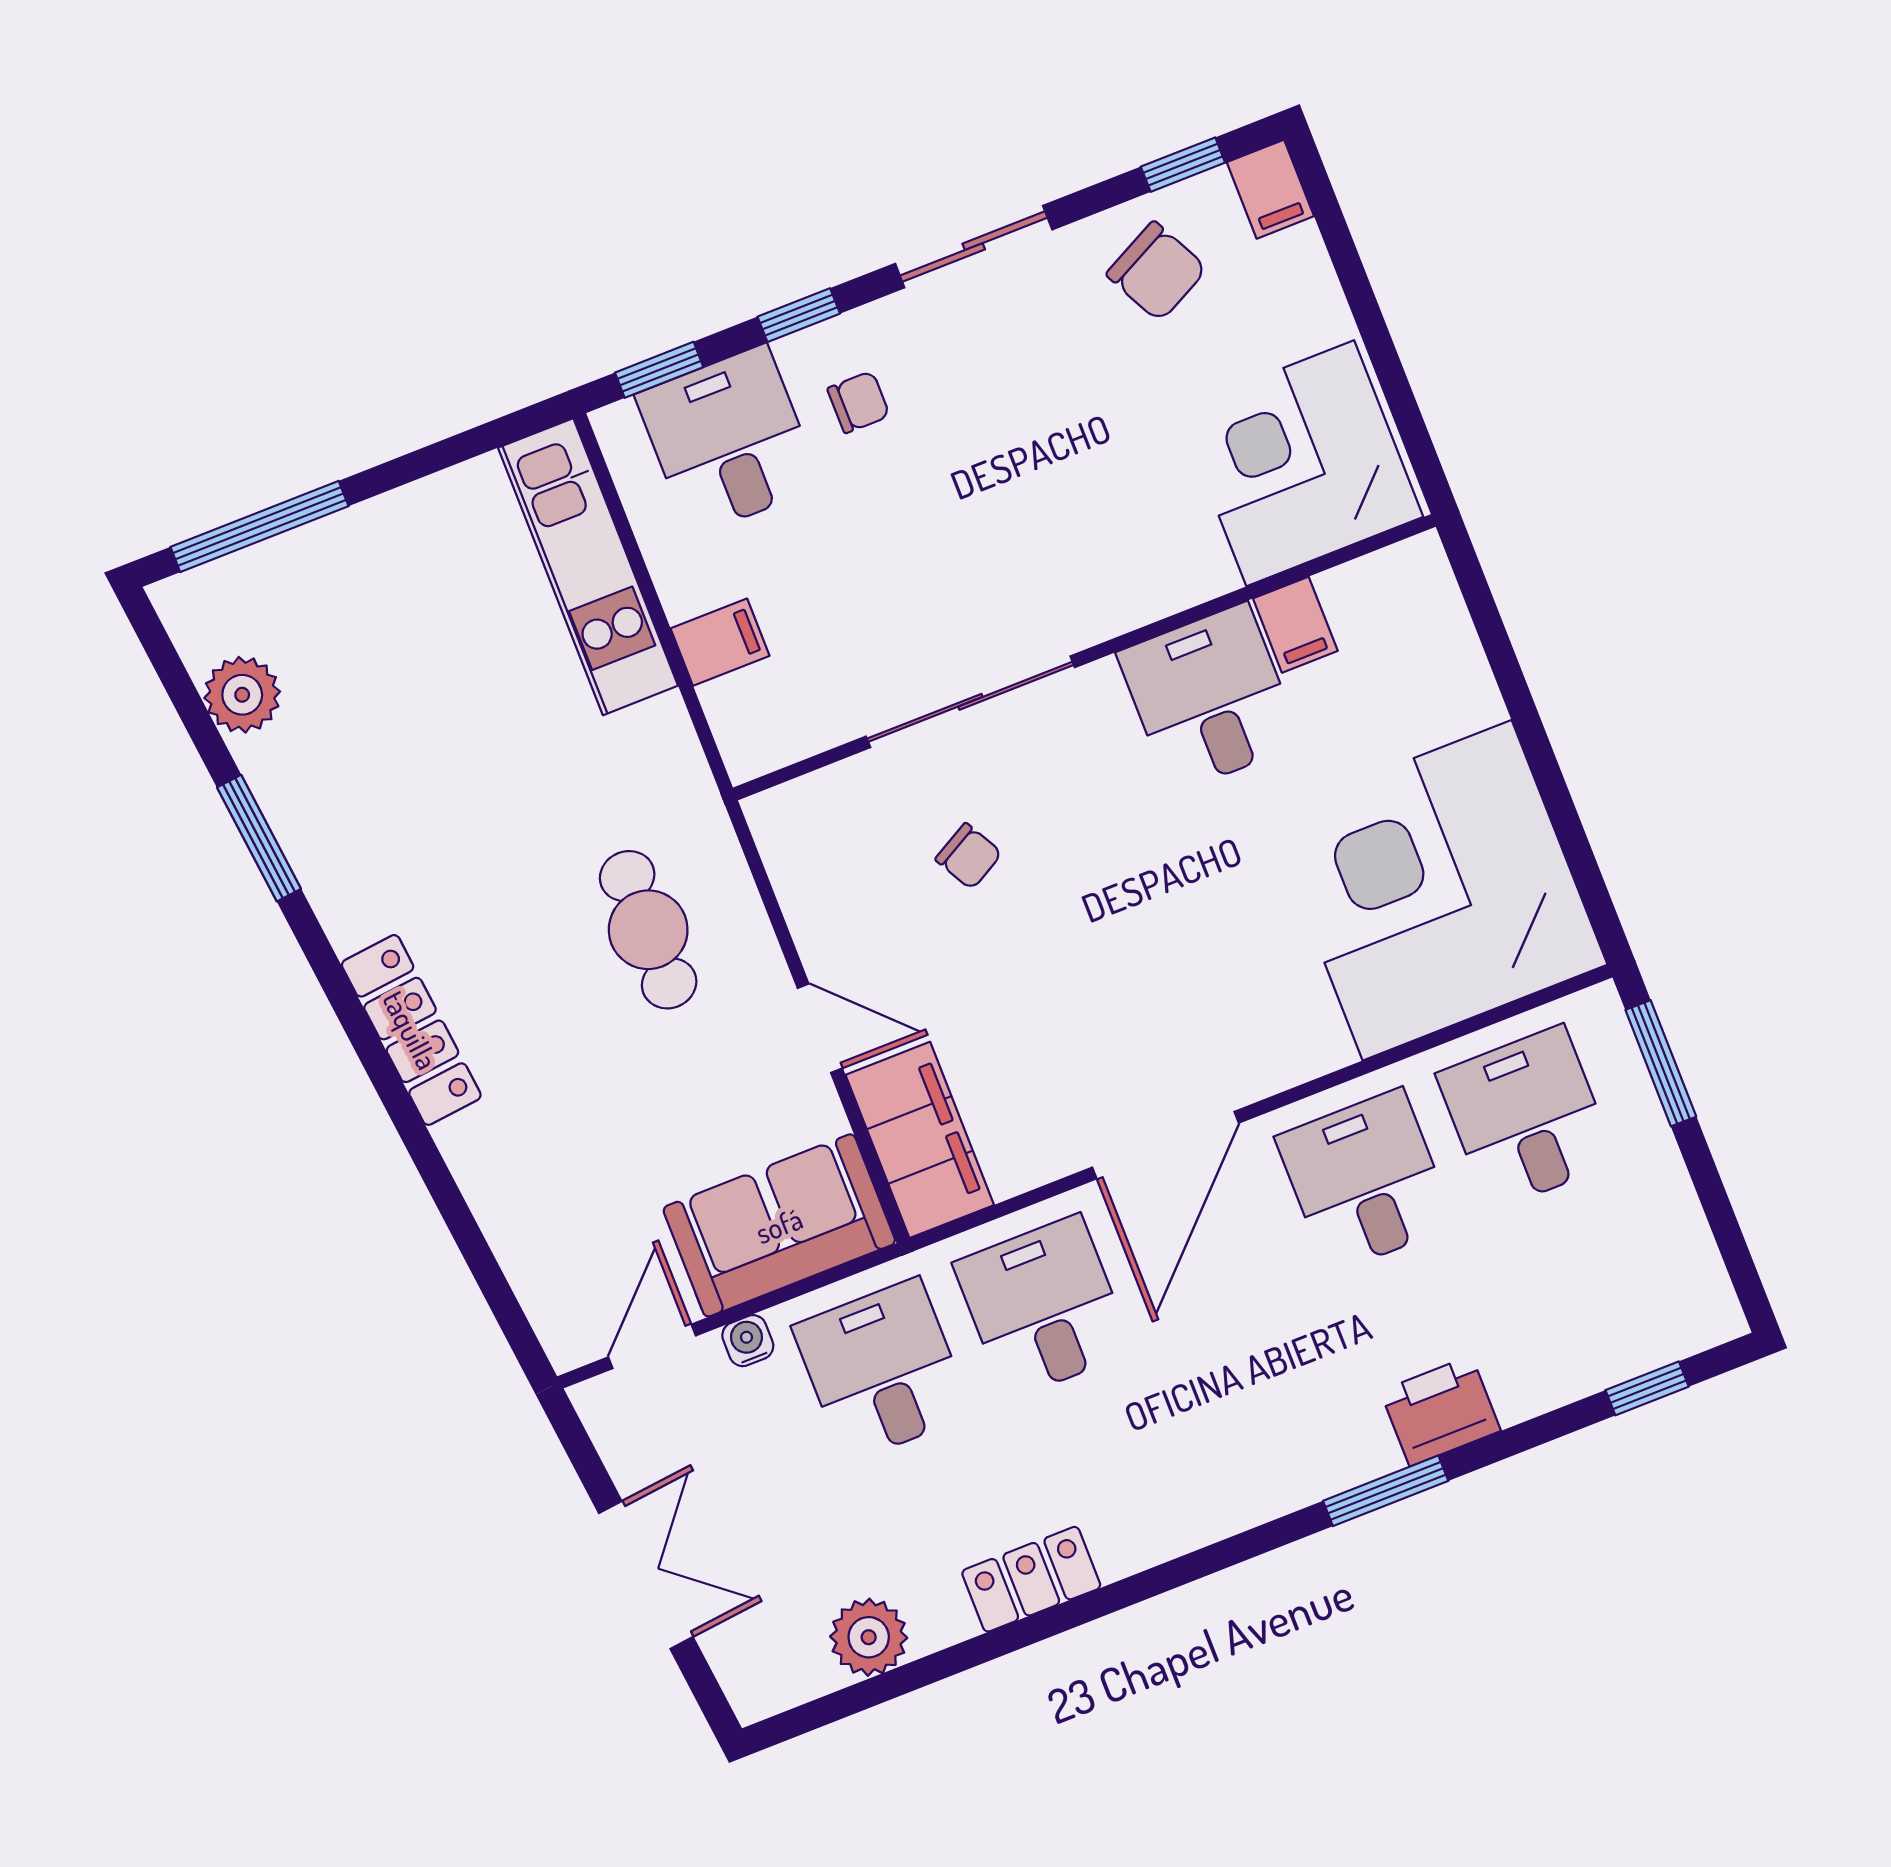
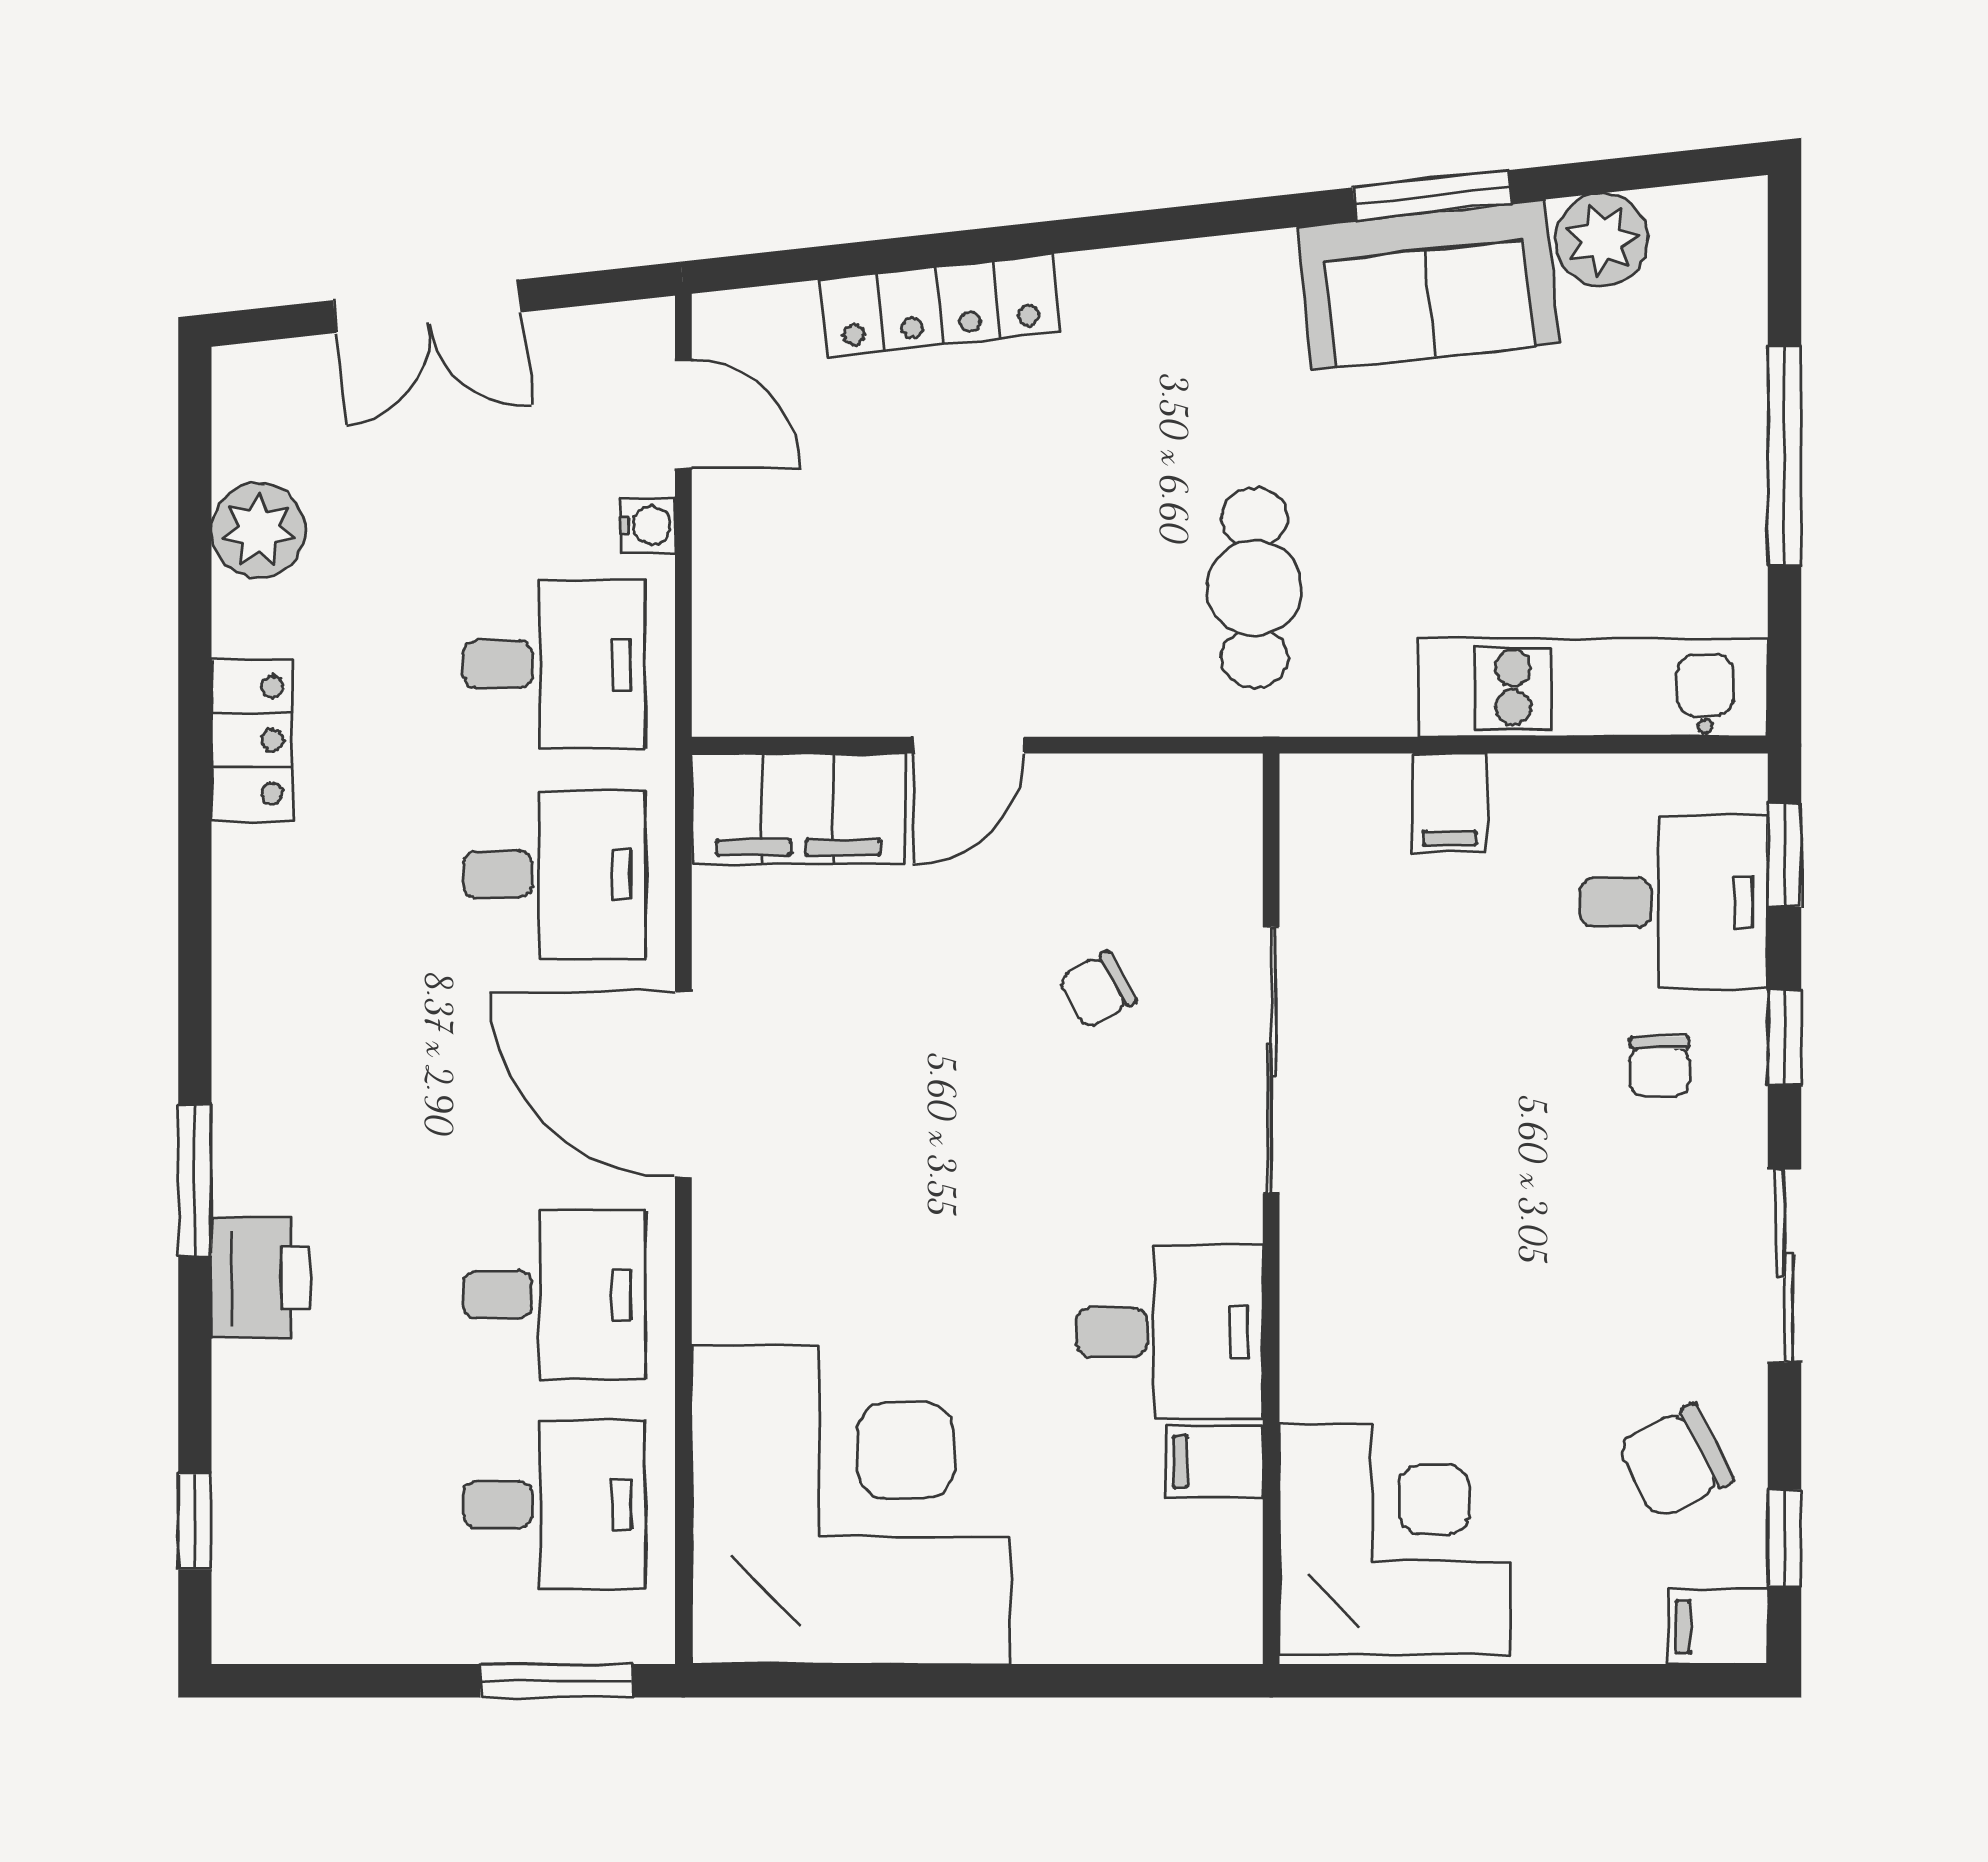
window: (259, 526) -> (1785, 456), moved
cafe table: (648, 930) -> (1254, 588), moved, turned 90
locker: (411, 1030) -> (939, 305), moved
sofa: (779, 1225) -> (1428, 285), moved, turned 84

